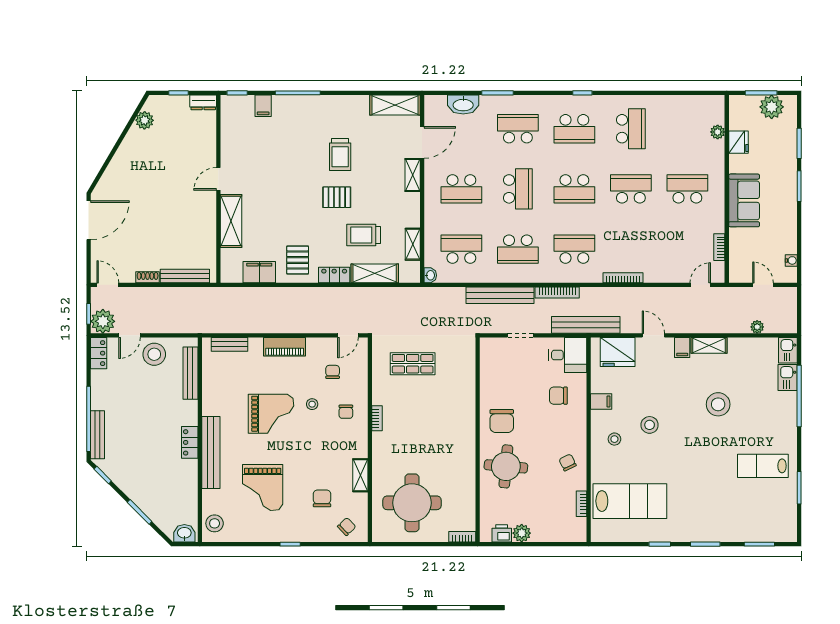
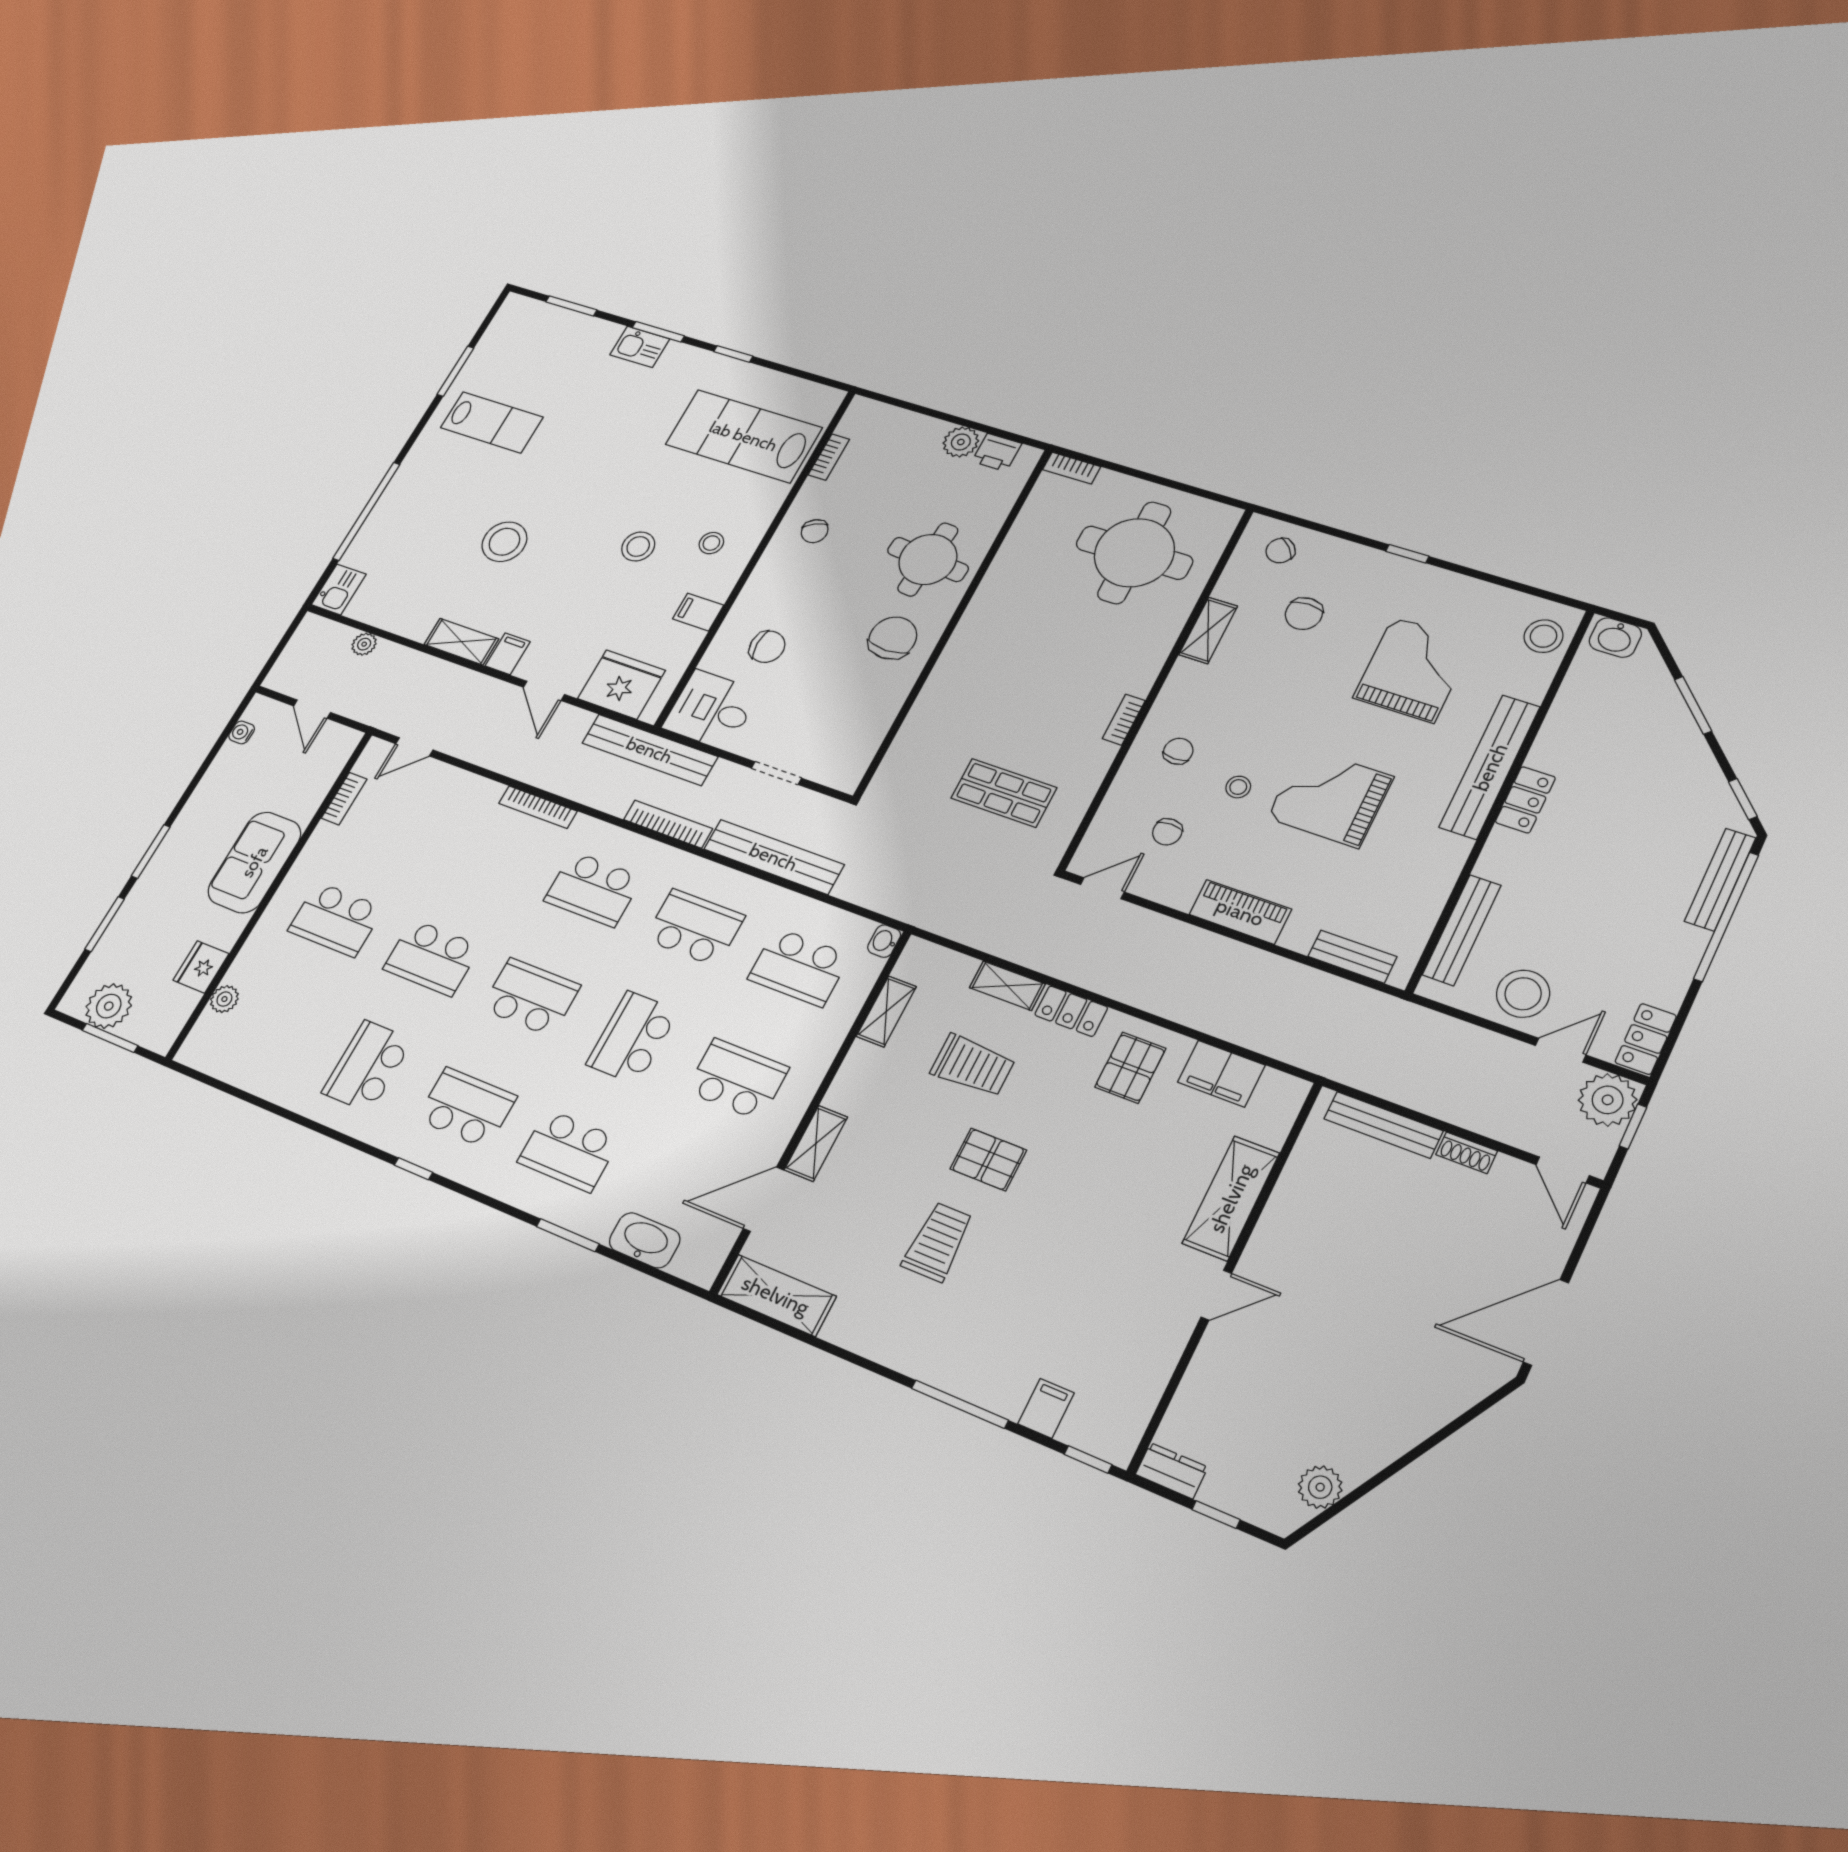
shelving: (375, 273) -> (1007, 986), width x0.67, depth x0.75
kitchen sink: (788, 377) -> (640, 347), moved, turned 90

